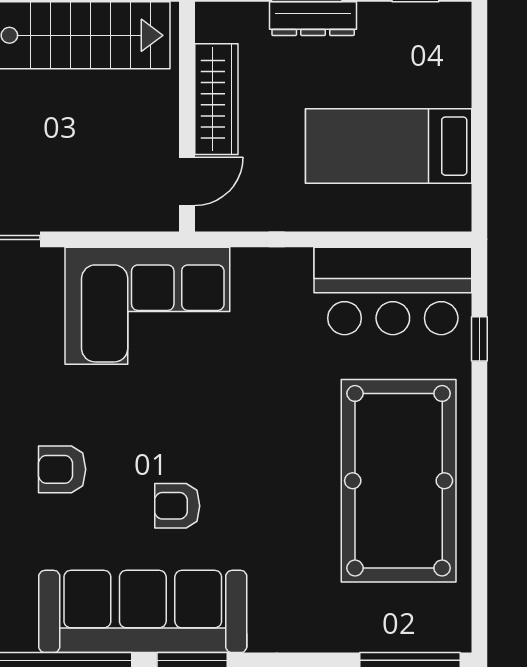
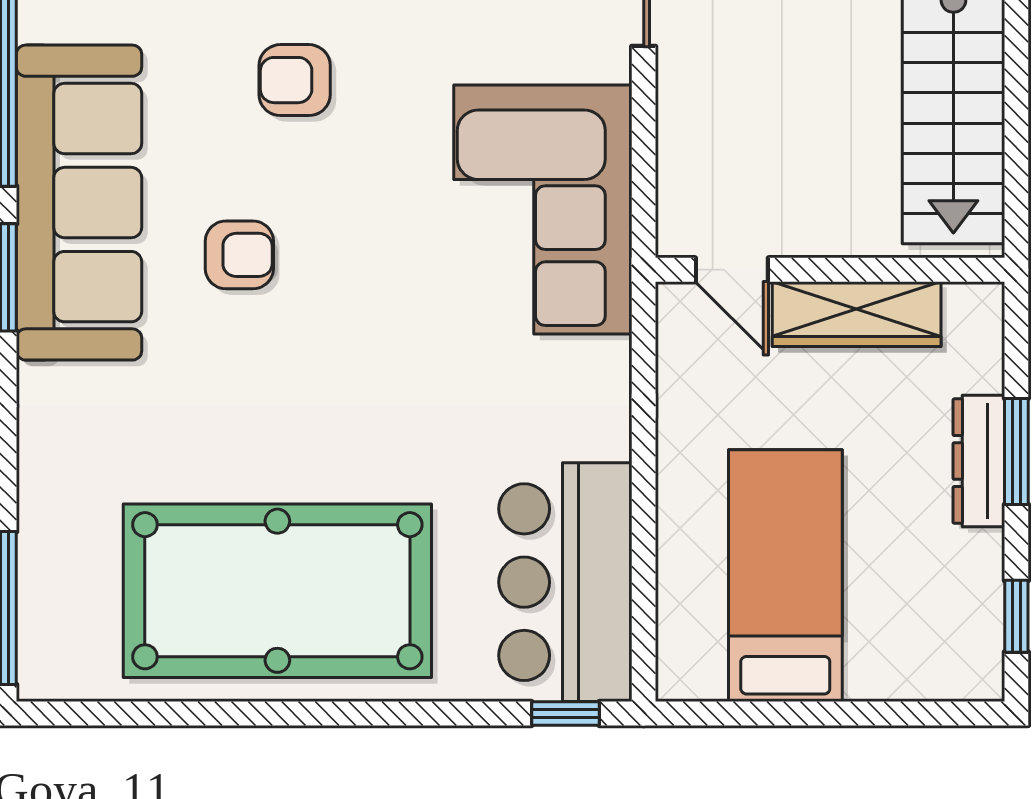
window: (479, 339) -> (565, 714), moved
armchair: (62, 469) -> (295, 80), turned -90
armchair: (177, 506) -> (239, 255), turned 90

